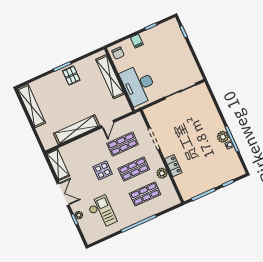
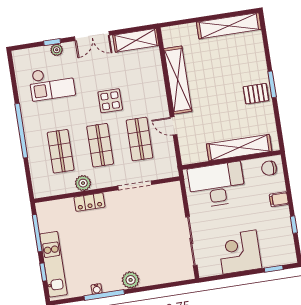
corner desk: (179, 57) -> (240, 252), added
plant: (223, 137) -> (131, 280), moved
kitchen unit: (221, 178) -> (53, 264), added

